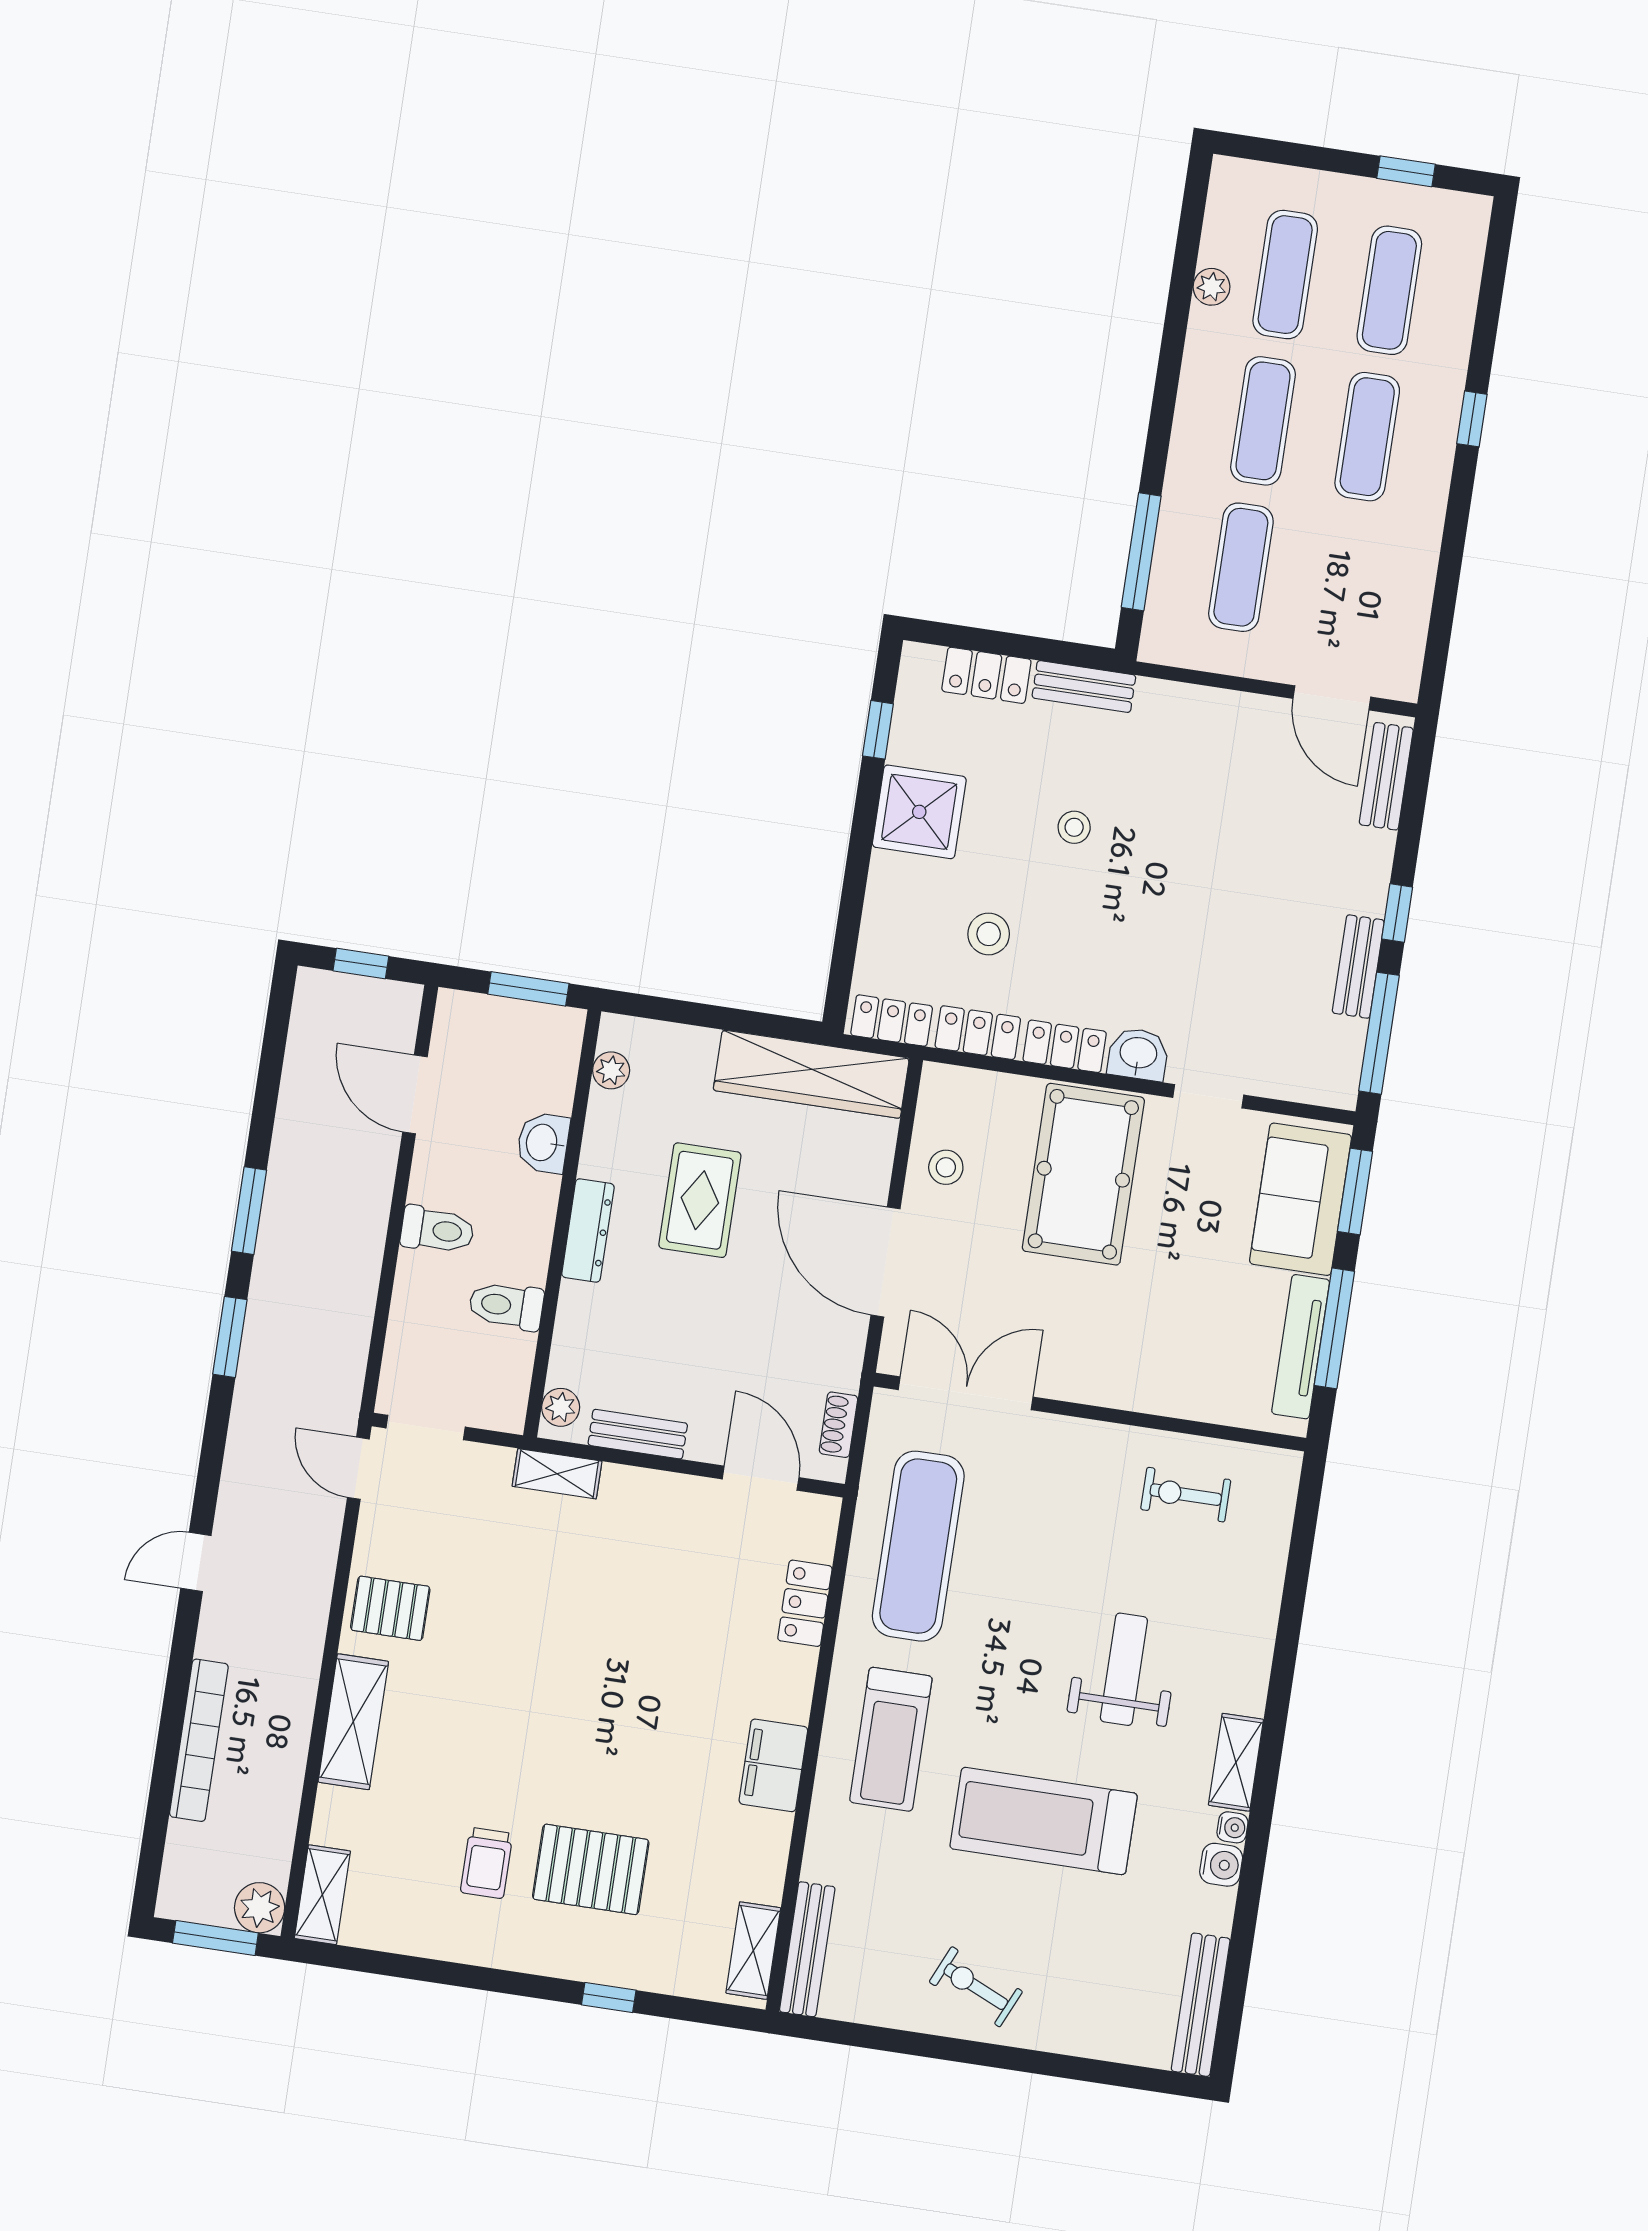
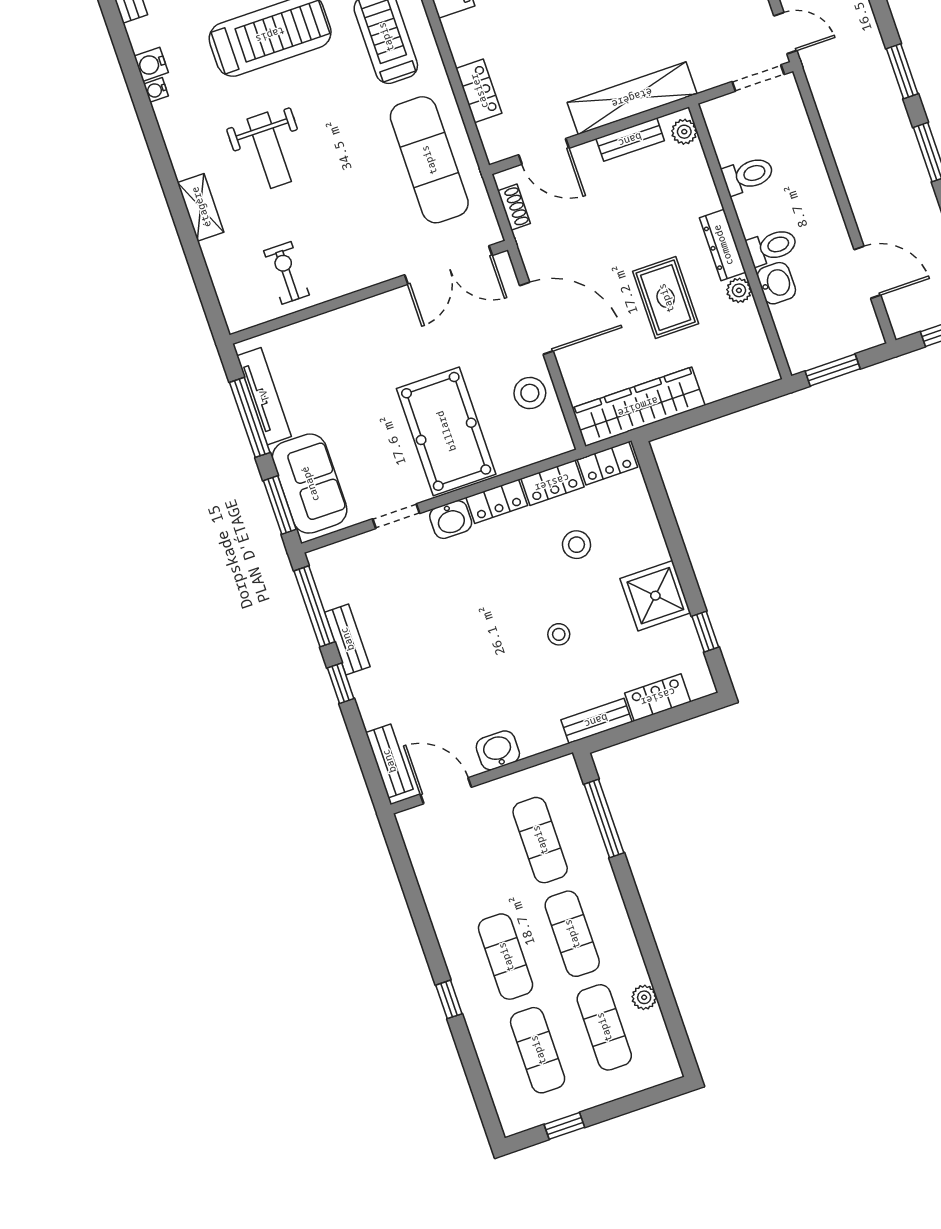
washbasin: (1235, 715) -> (498, 750), added
plant: (611, 1070) -> (739, 290), moved
stool: (946, 1167) -> (530, 393), width x1.37, depth x1.37
toilet: (437, 1230) -> (772, 247), moved, turned 180
shelving: (557, 1474) -> (632, 98), width x2.20, depth x1.33
exercise bike: (1186, 1495) -> (286, 273), turned -90
shelving: (1236, 1762) -> (201, 207), moved

